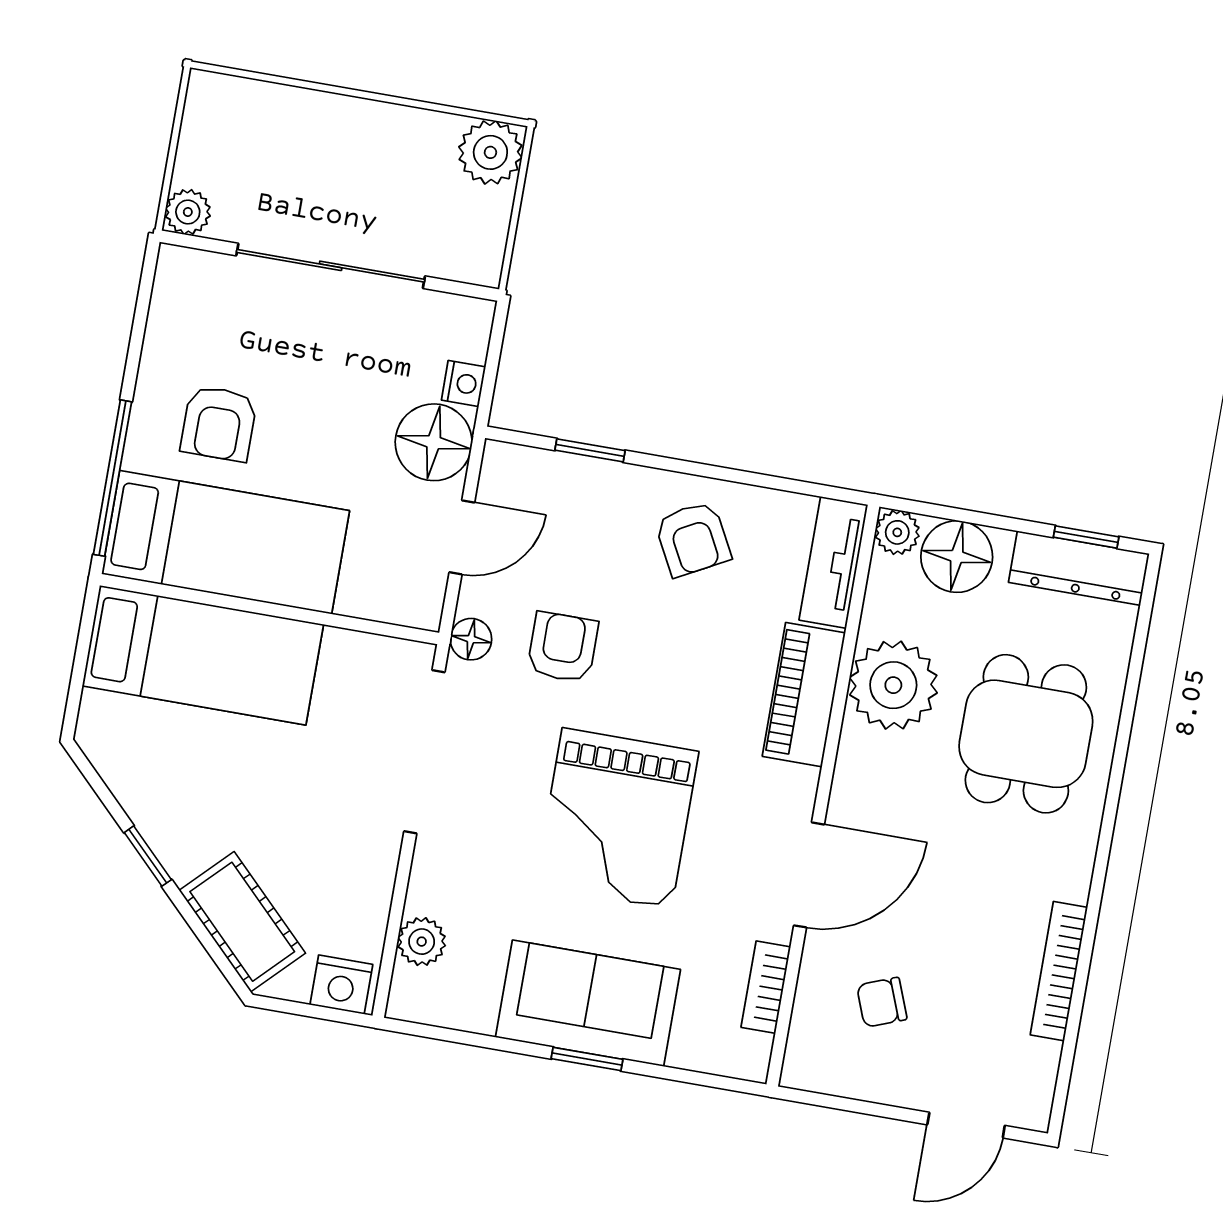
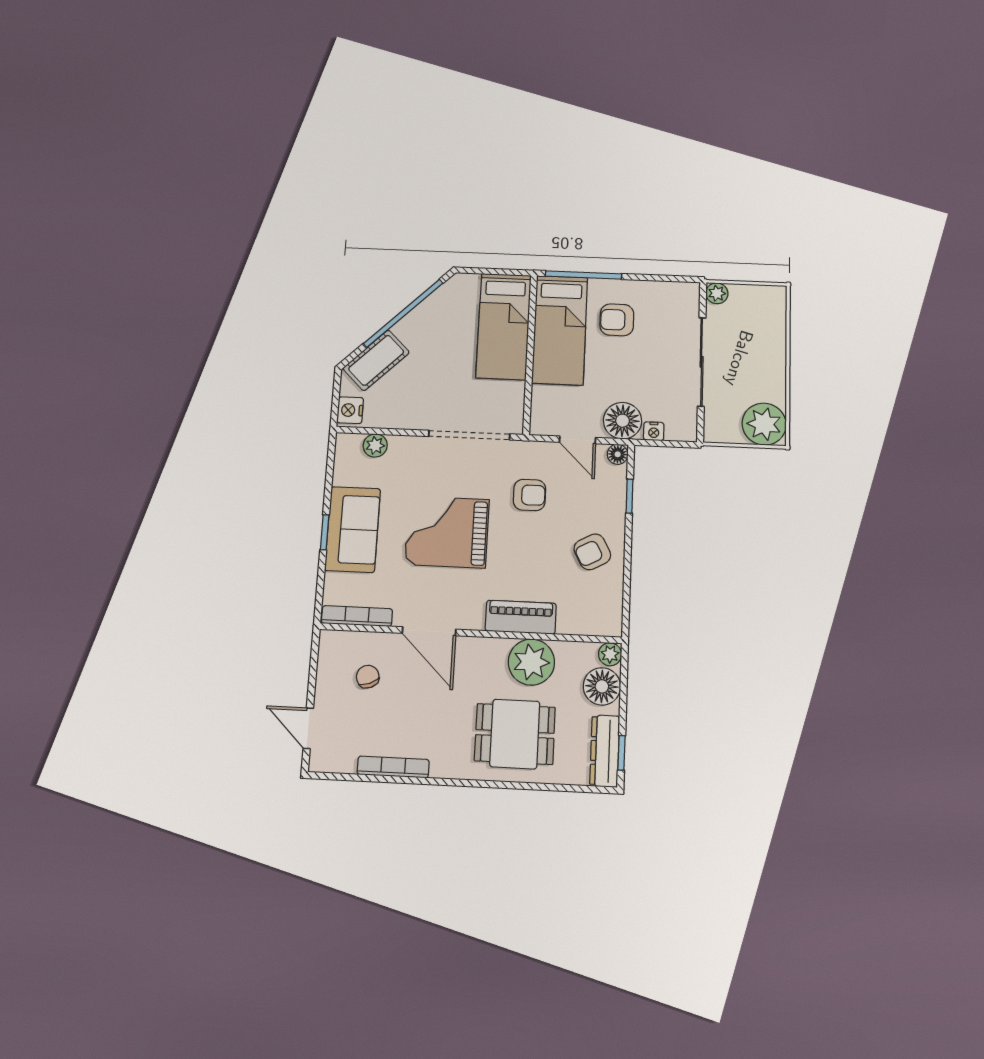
plant: (490, 152) -> (764, 424), width x1.36, depth x1.36
tv unit: (833, 562) -> (590, 624), removed
floor lamp: (471, 639) -> (618, 454), moved
window: (148, 856) -> (403, 313), width x3.17
bookcase: (766, 987) -> (357, 616), width x1.56

